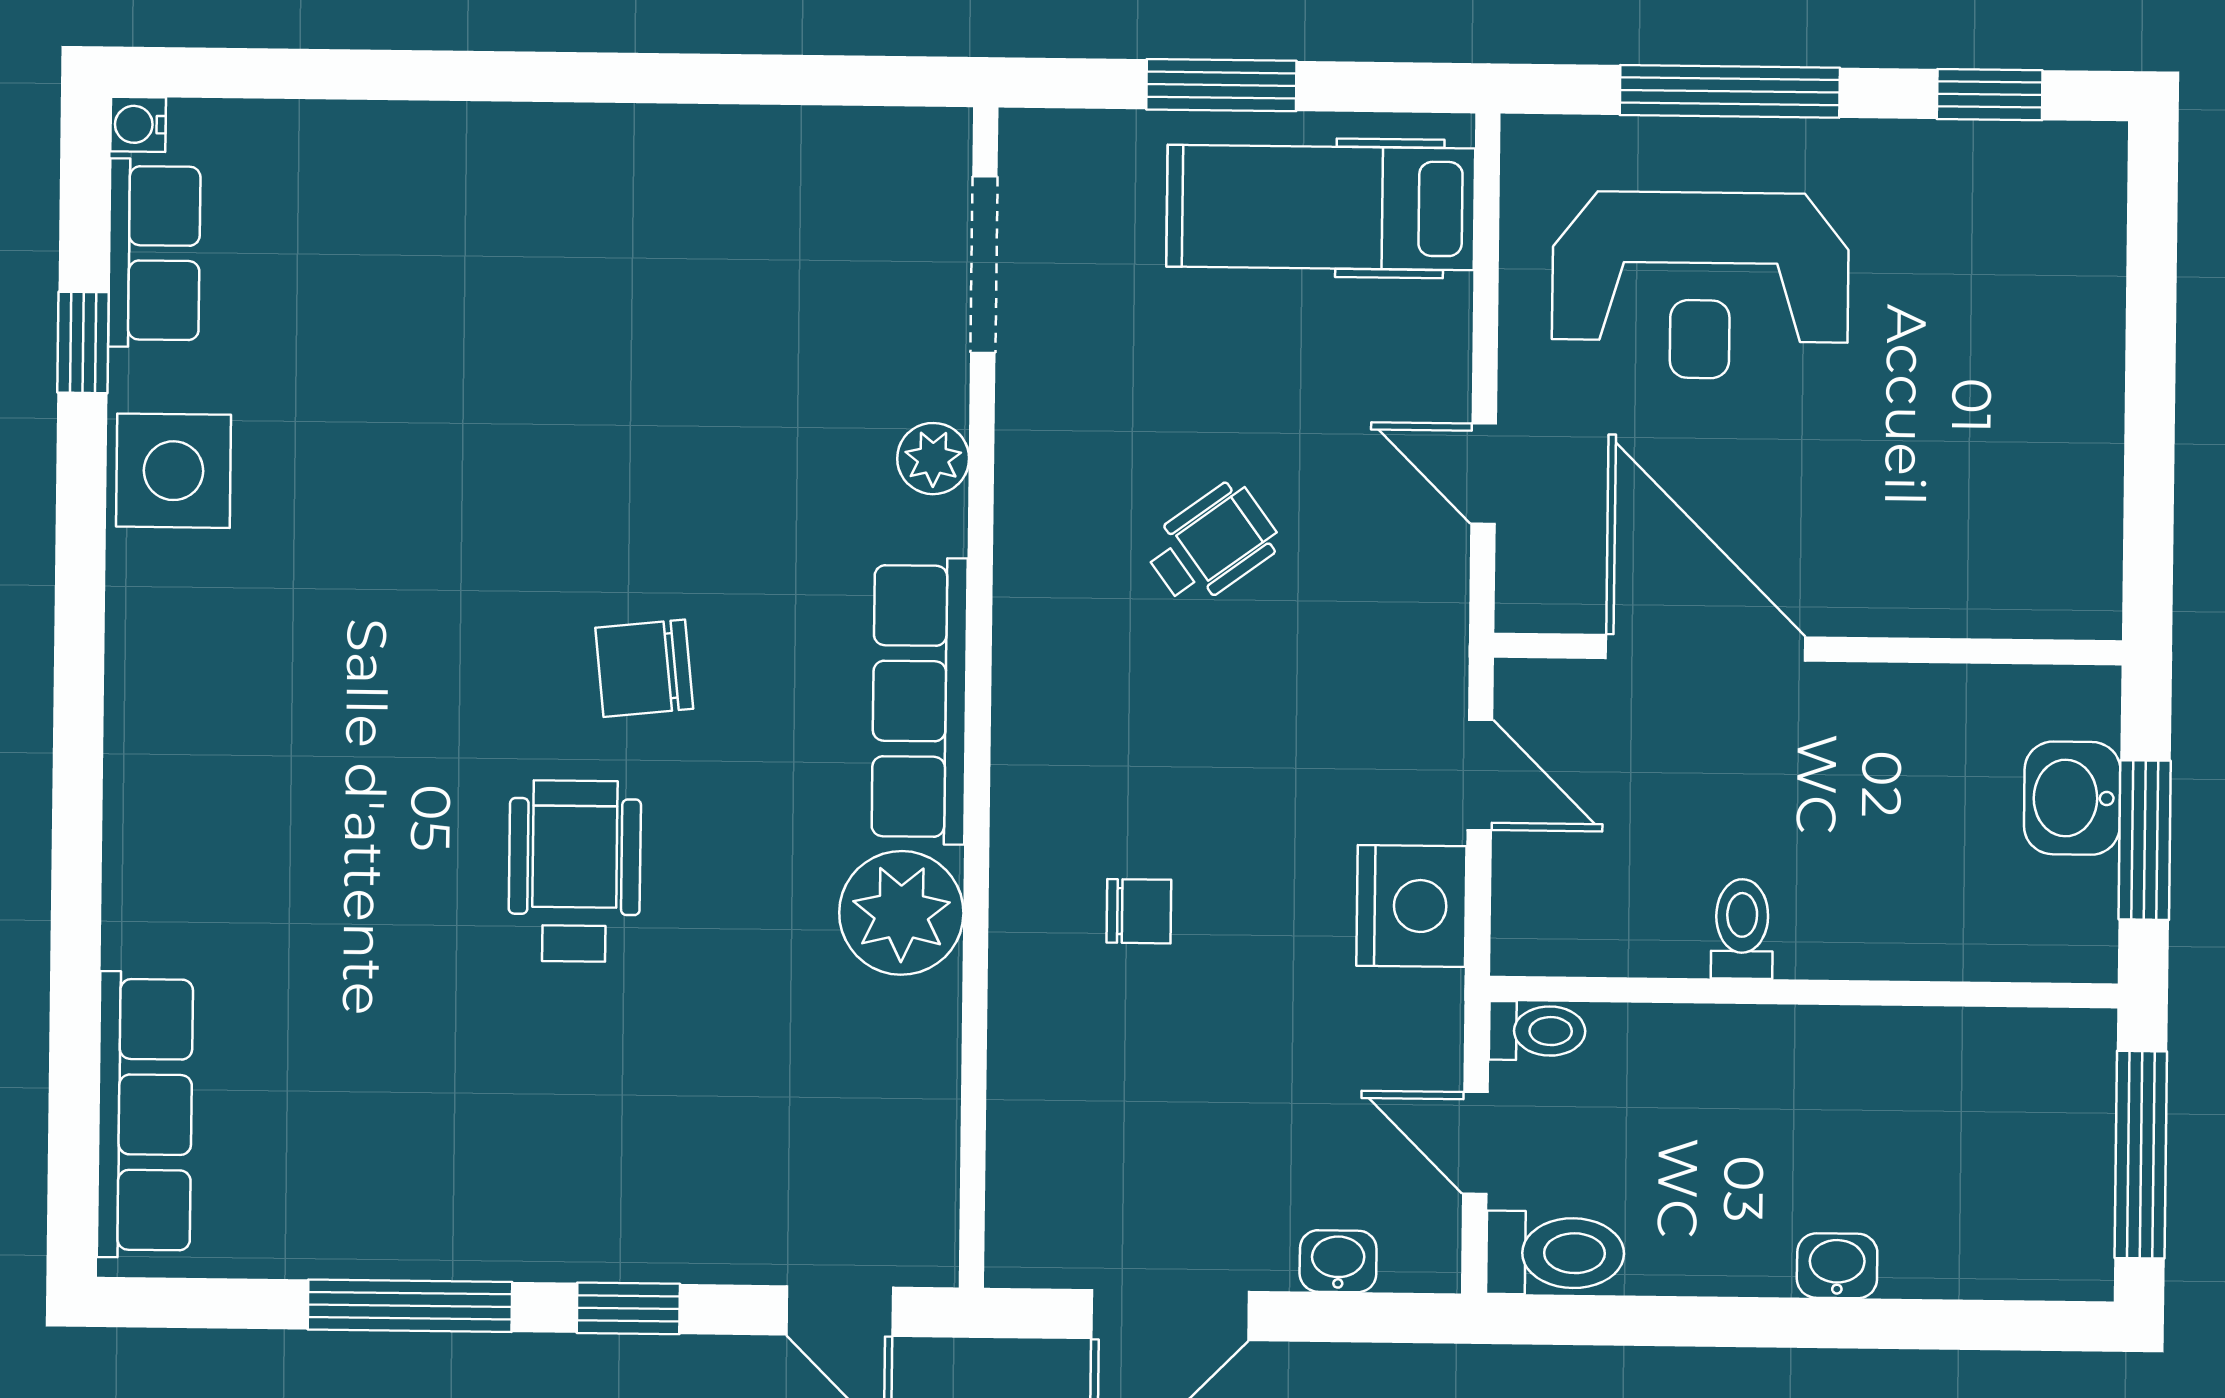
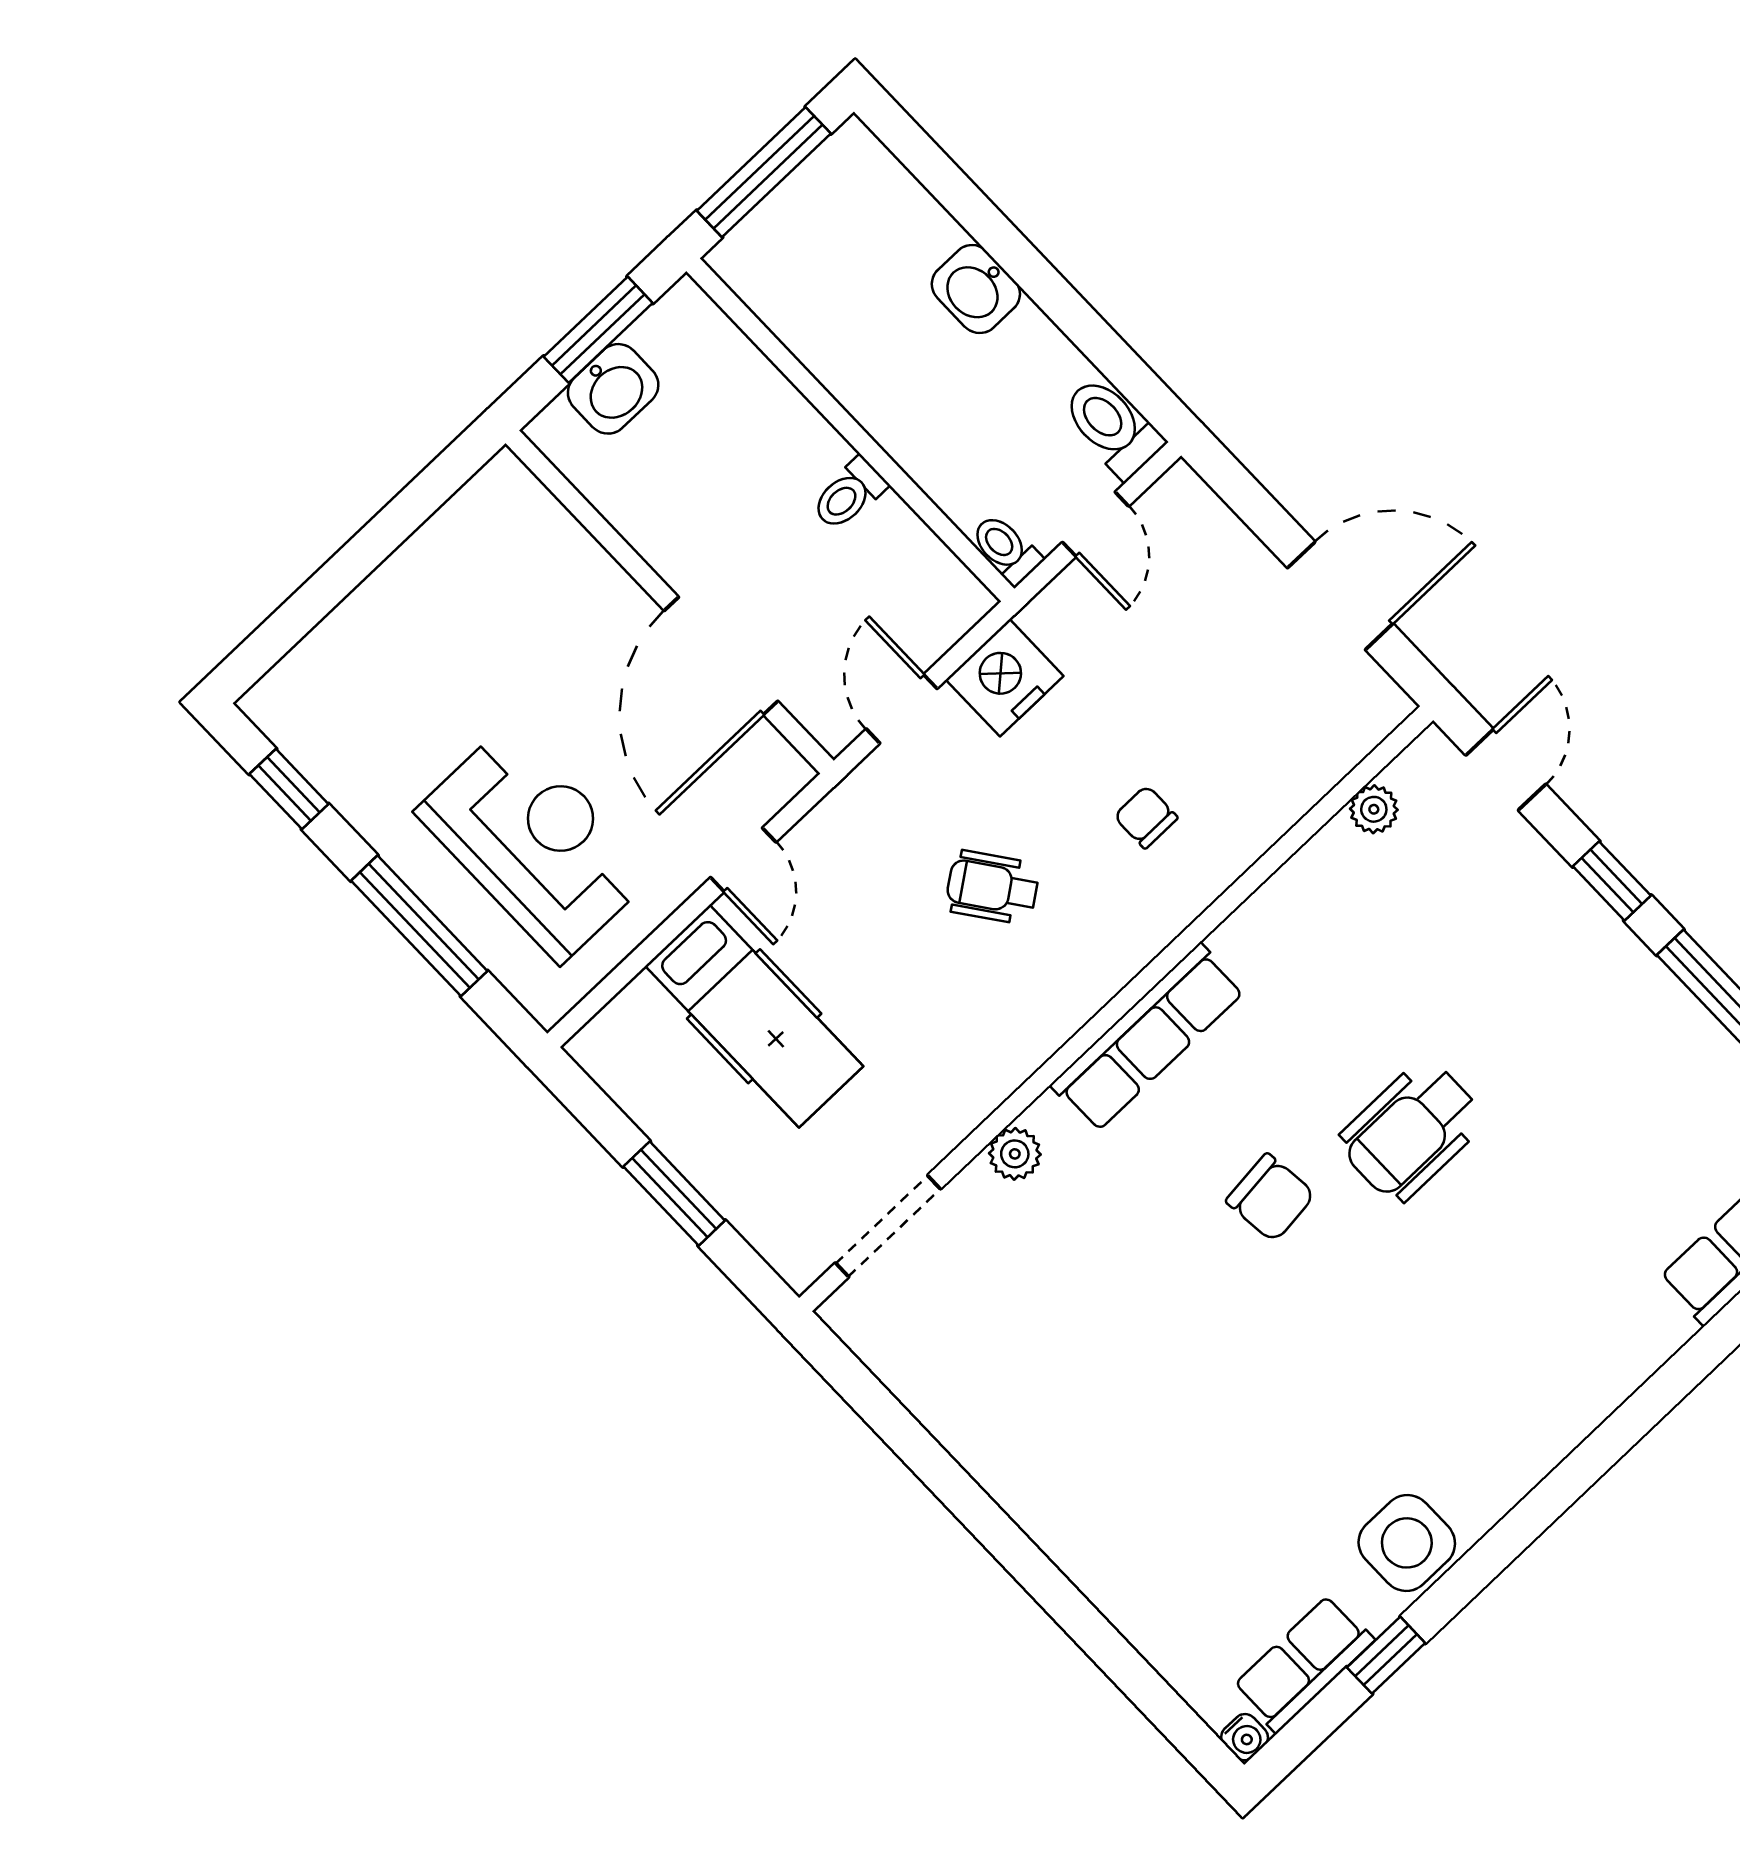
hospital bed: (1321, 208) -> (754, 1016), moved
wheelchair: (1212, 544) -> (992, 887), moved
plant: (901, 913) -> (1374, 809), moved, width x0.53, depth x0.53
washbasin: (1338, 1261) -> (1227, 536), removed
washbasin: (1837, 1266) -> (976, 289), width x1.38, depth x1.45

